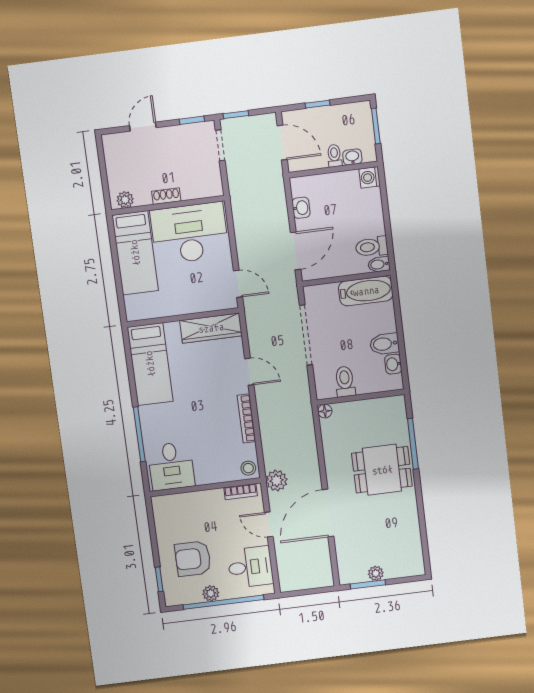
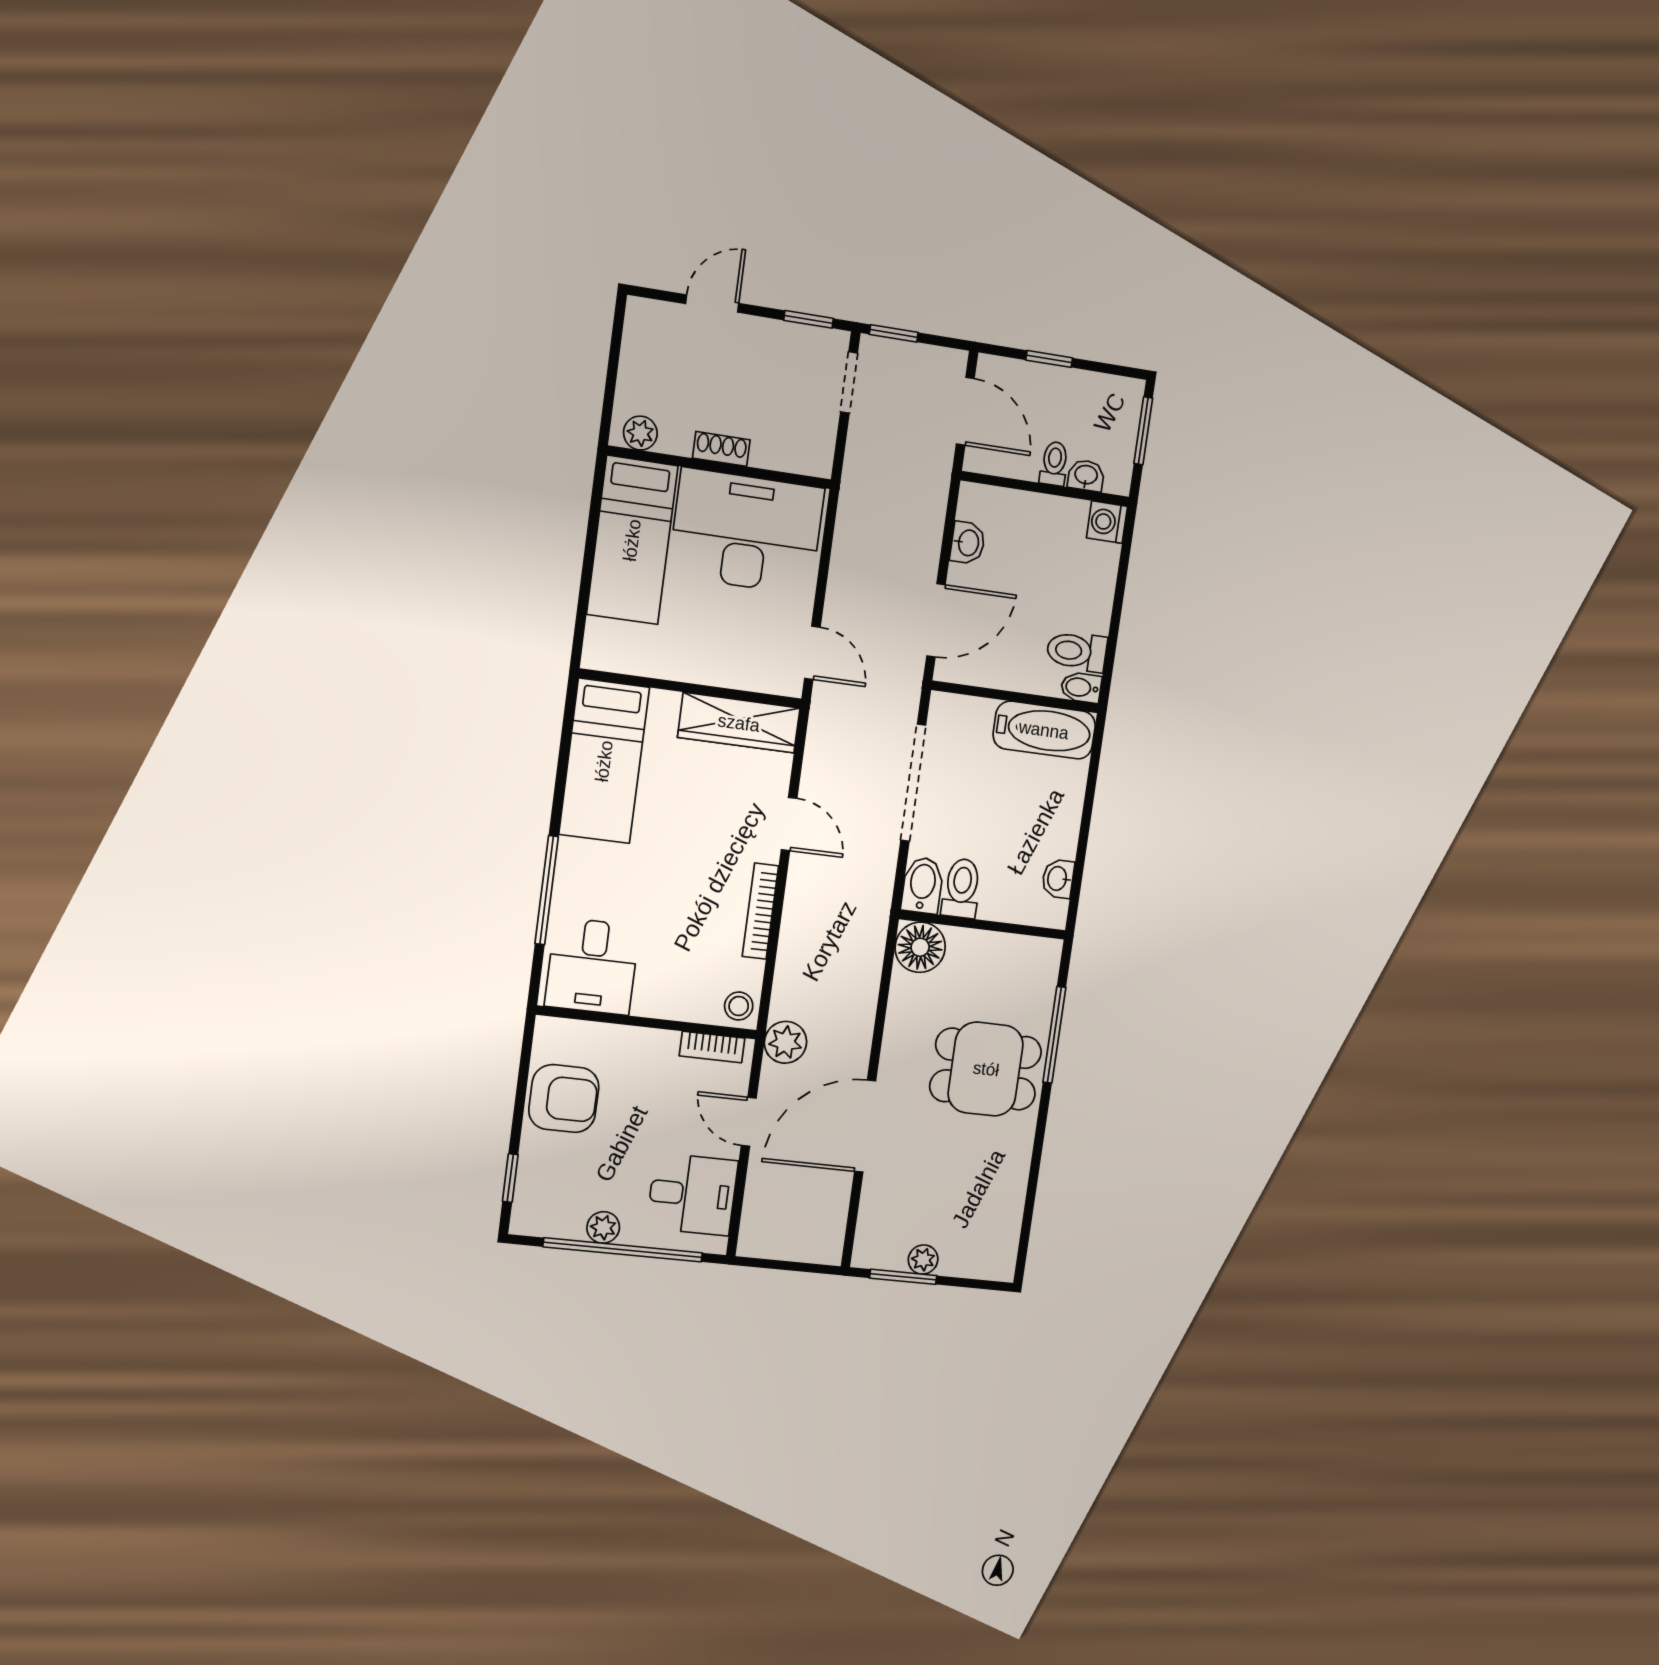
bidet: (384, 344) -> (922, 885), moved, turned 90
floor lamp: (325, 411) -> (920, 947), width x1.89, depth x1.89
armchair: (193, 559) -> (564, 1099), moved, turned 180

